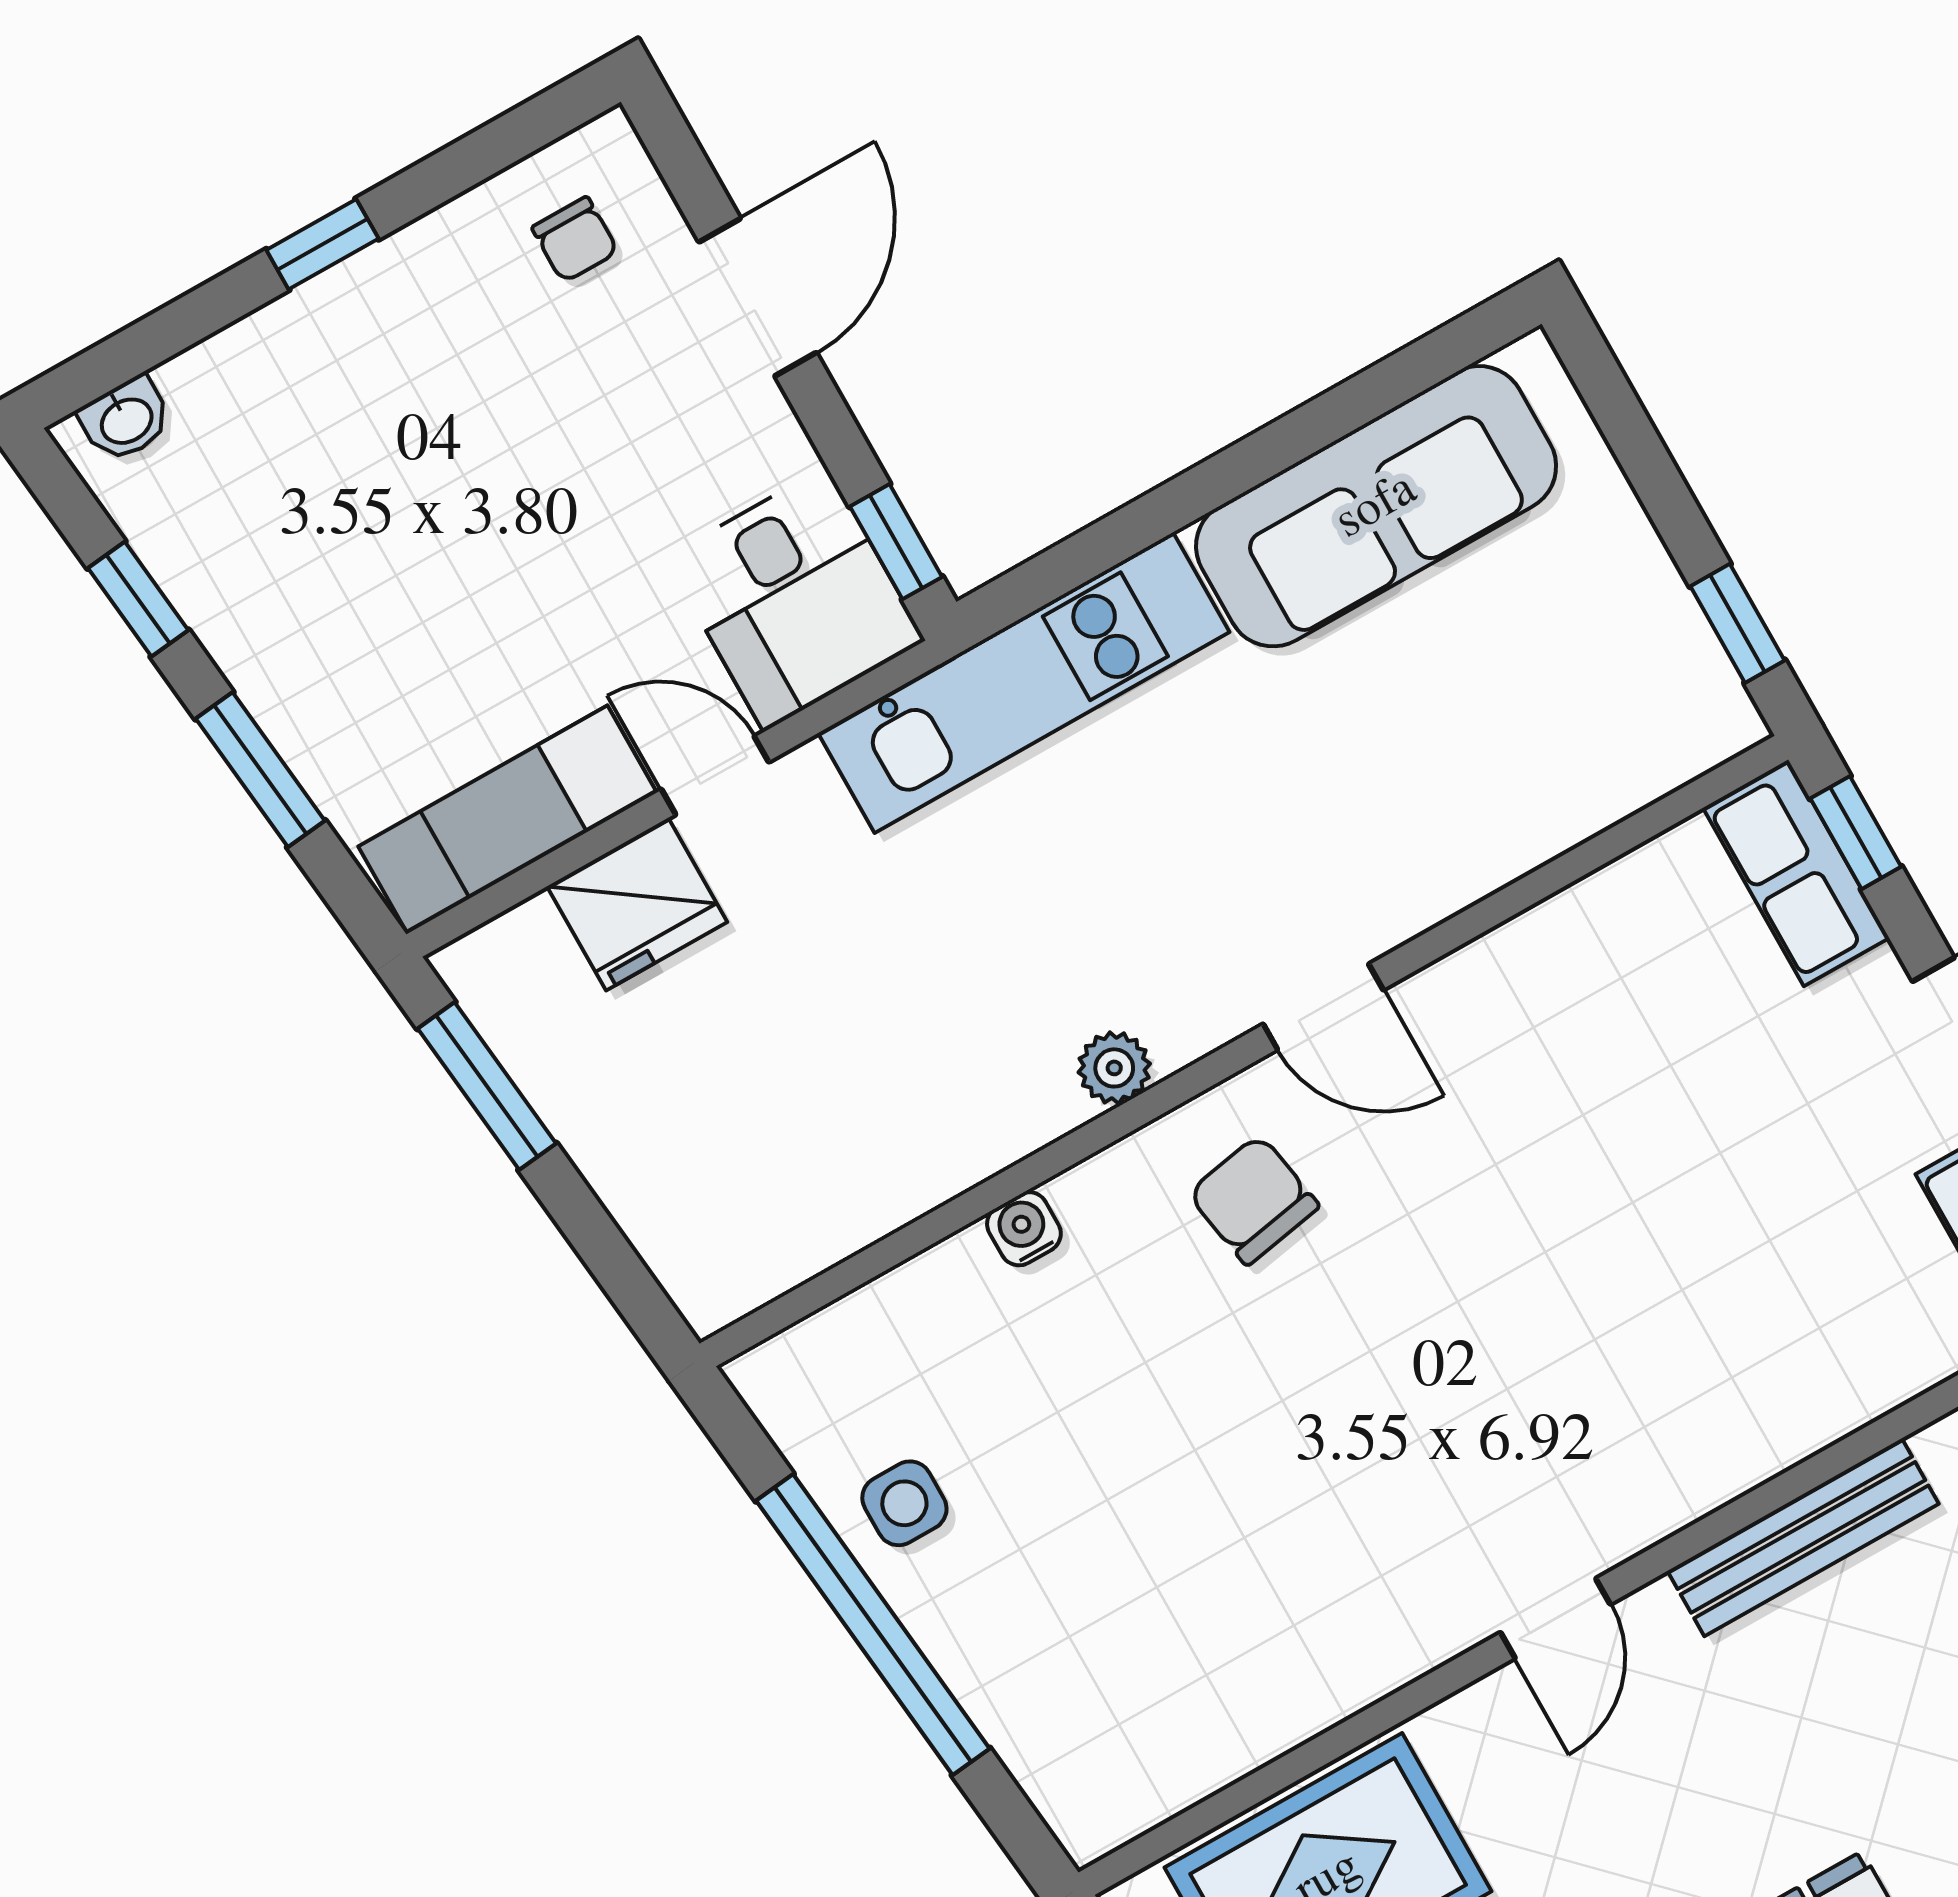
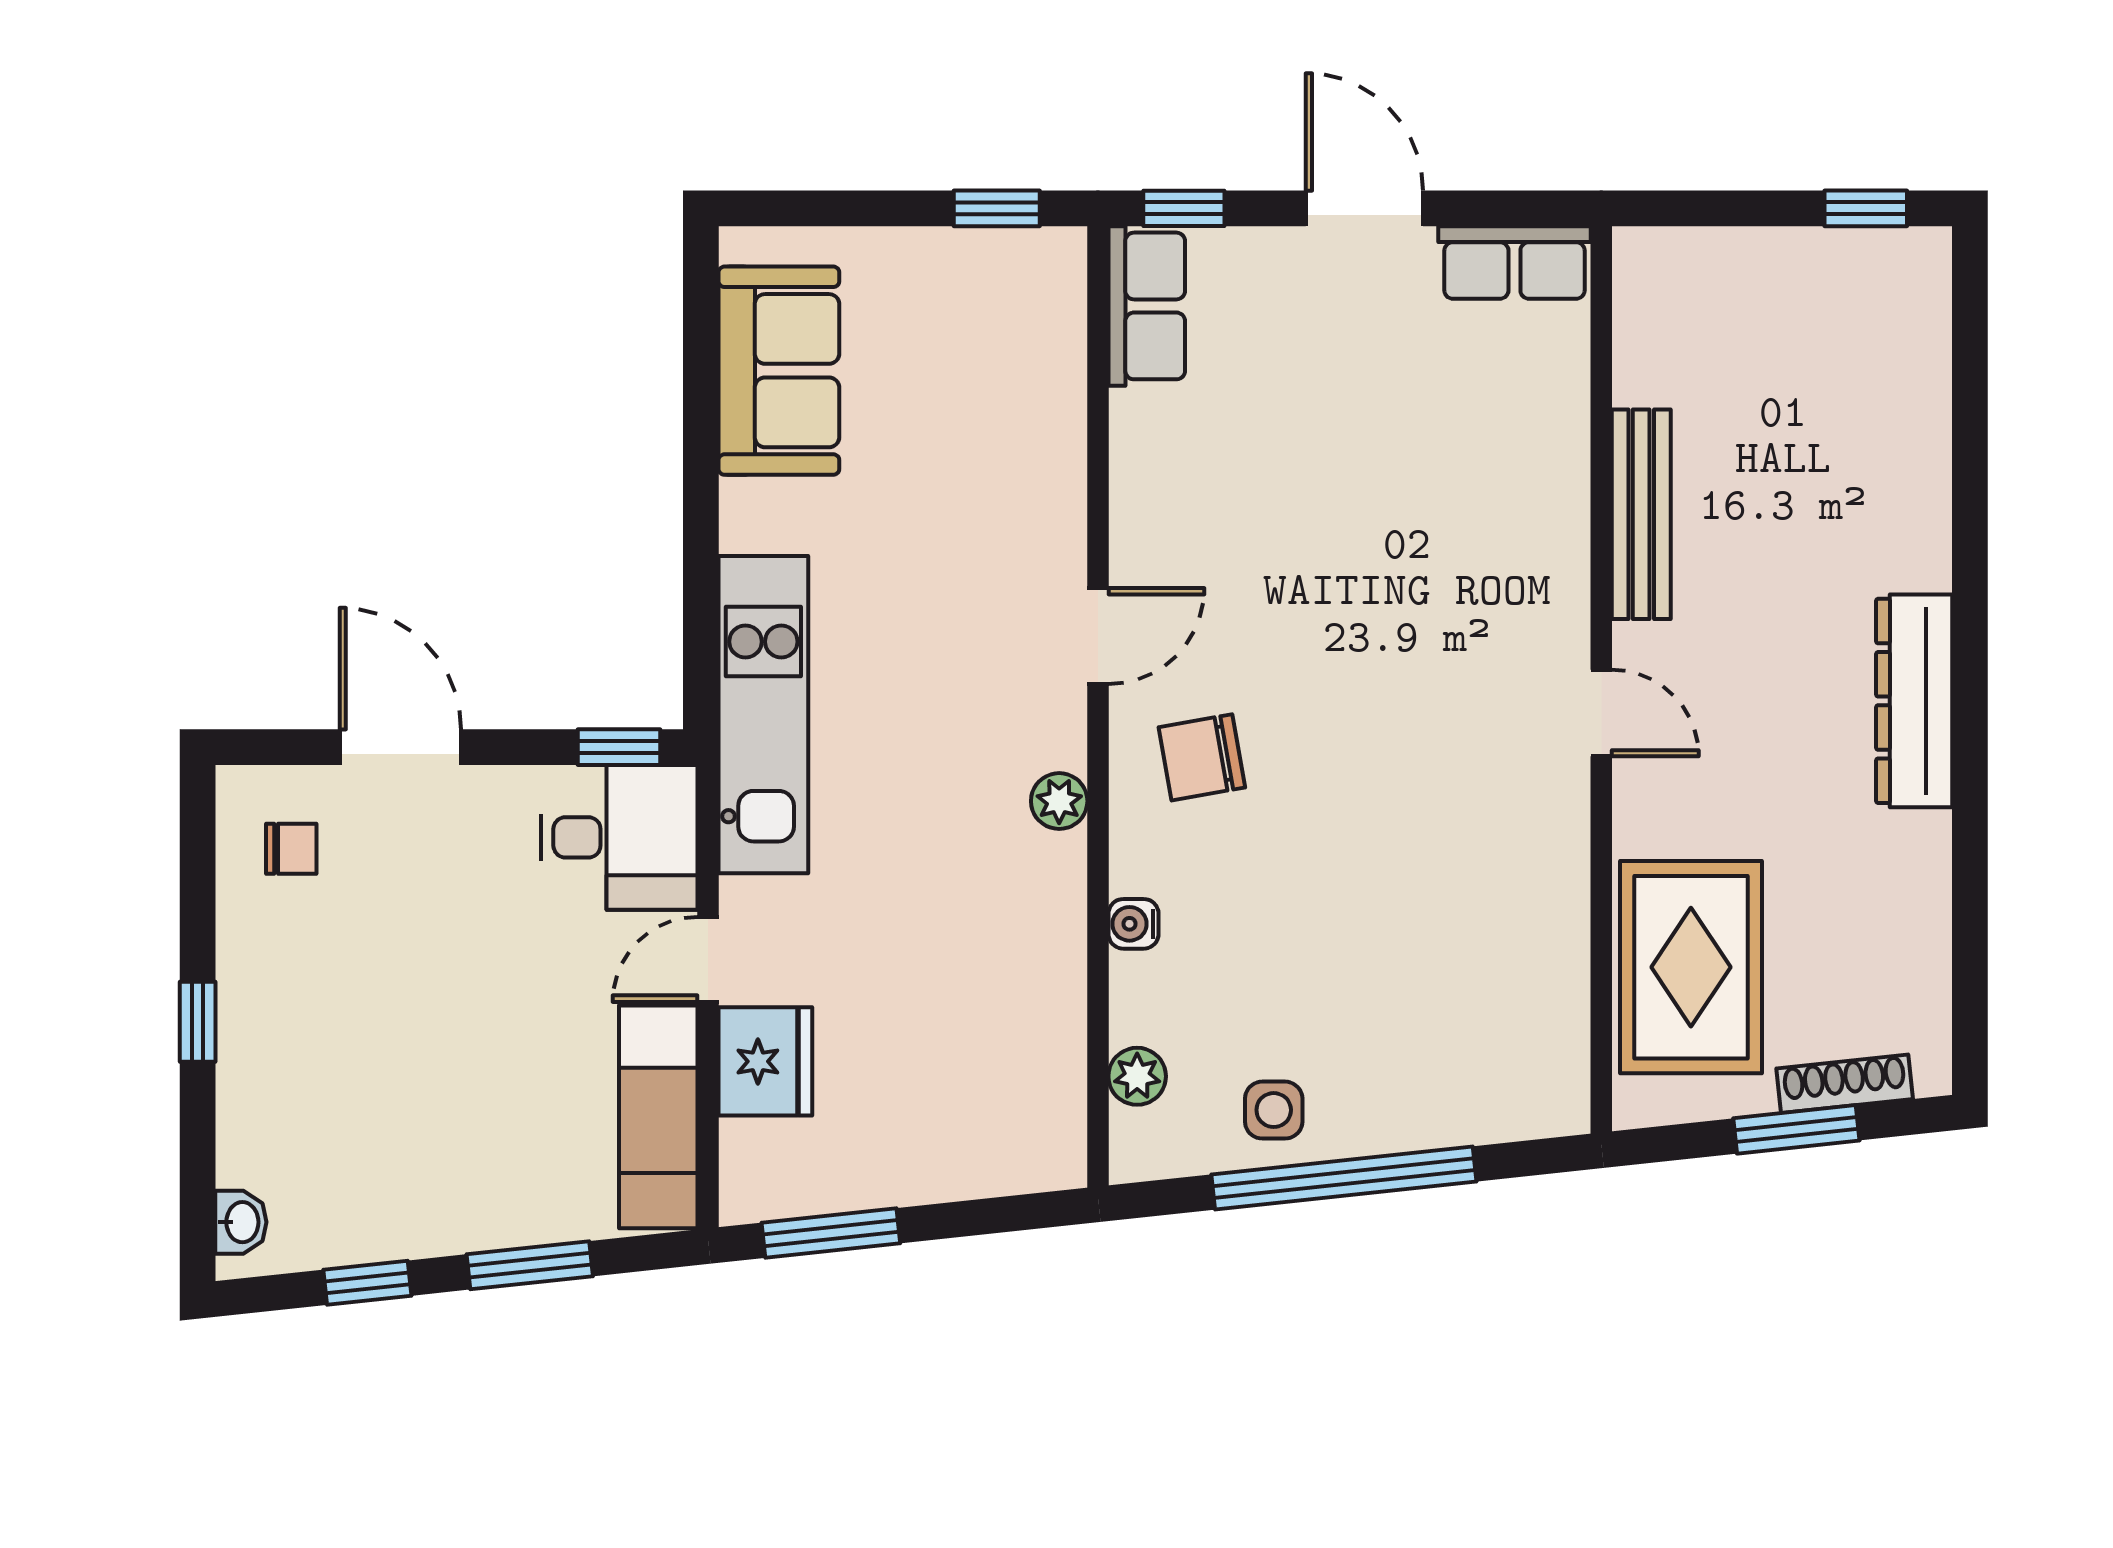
sofa: (1376, 506) -> (779, 371), width x0.73
row of seats: (1796, 873) -> (1147, 306), moved, turned -90
plant: (856, 1329) -> (1137, 1076), added

